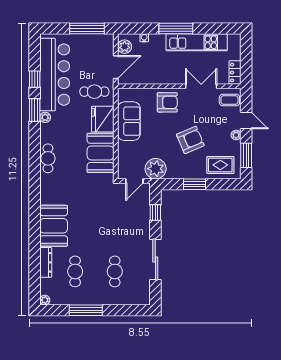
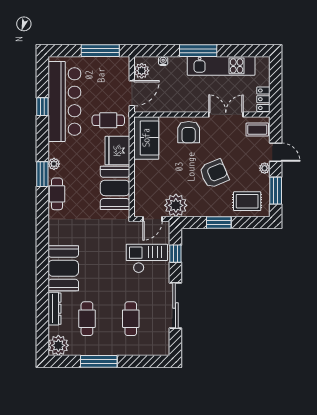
armchair: (167, 102) -> (189, 132), turned 90
window: (35, 110) -> (42, 174), moved
plant: (45, 117) -> (54, 164), moved
sofa: (129, 121) -> (146, 138), moved
checkout: (129, 217) -> (147, 258), added
plant: (45, 300) -> (58, 345), width x1.88, depth x1.88

